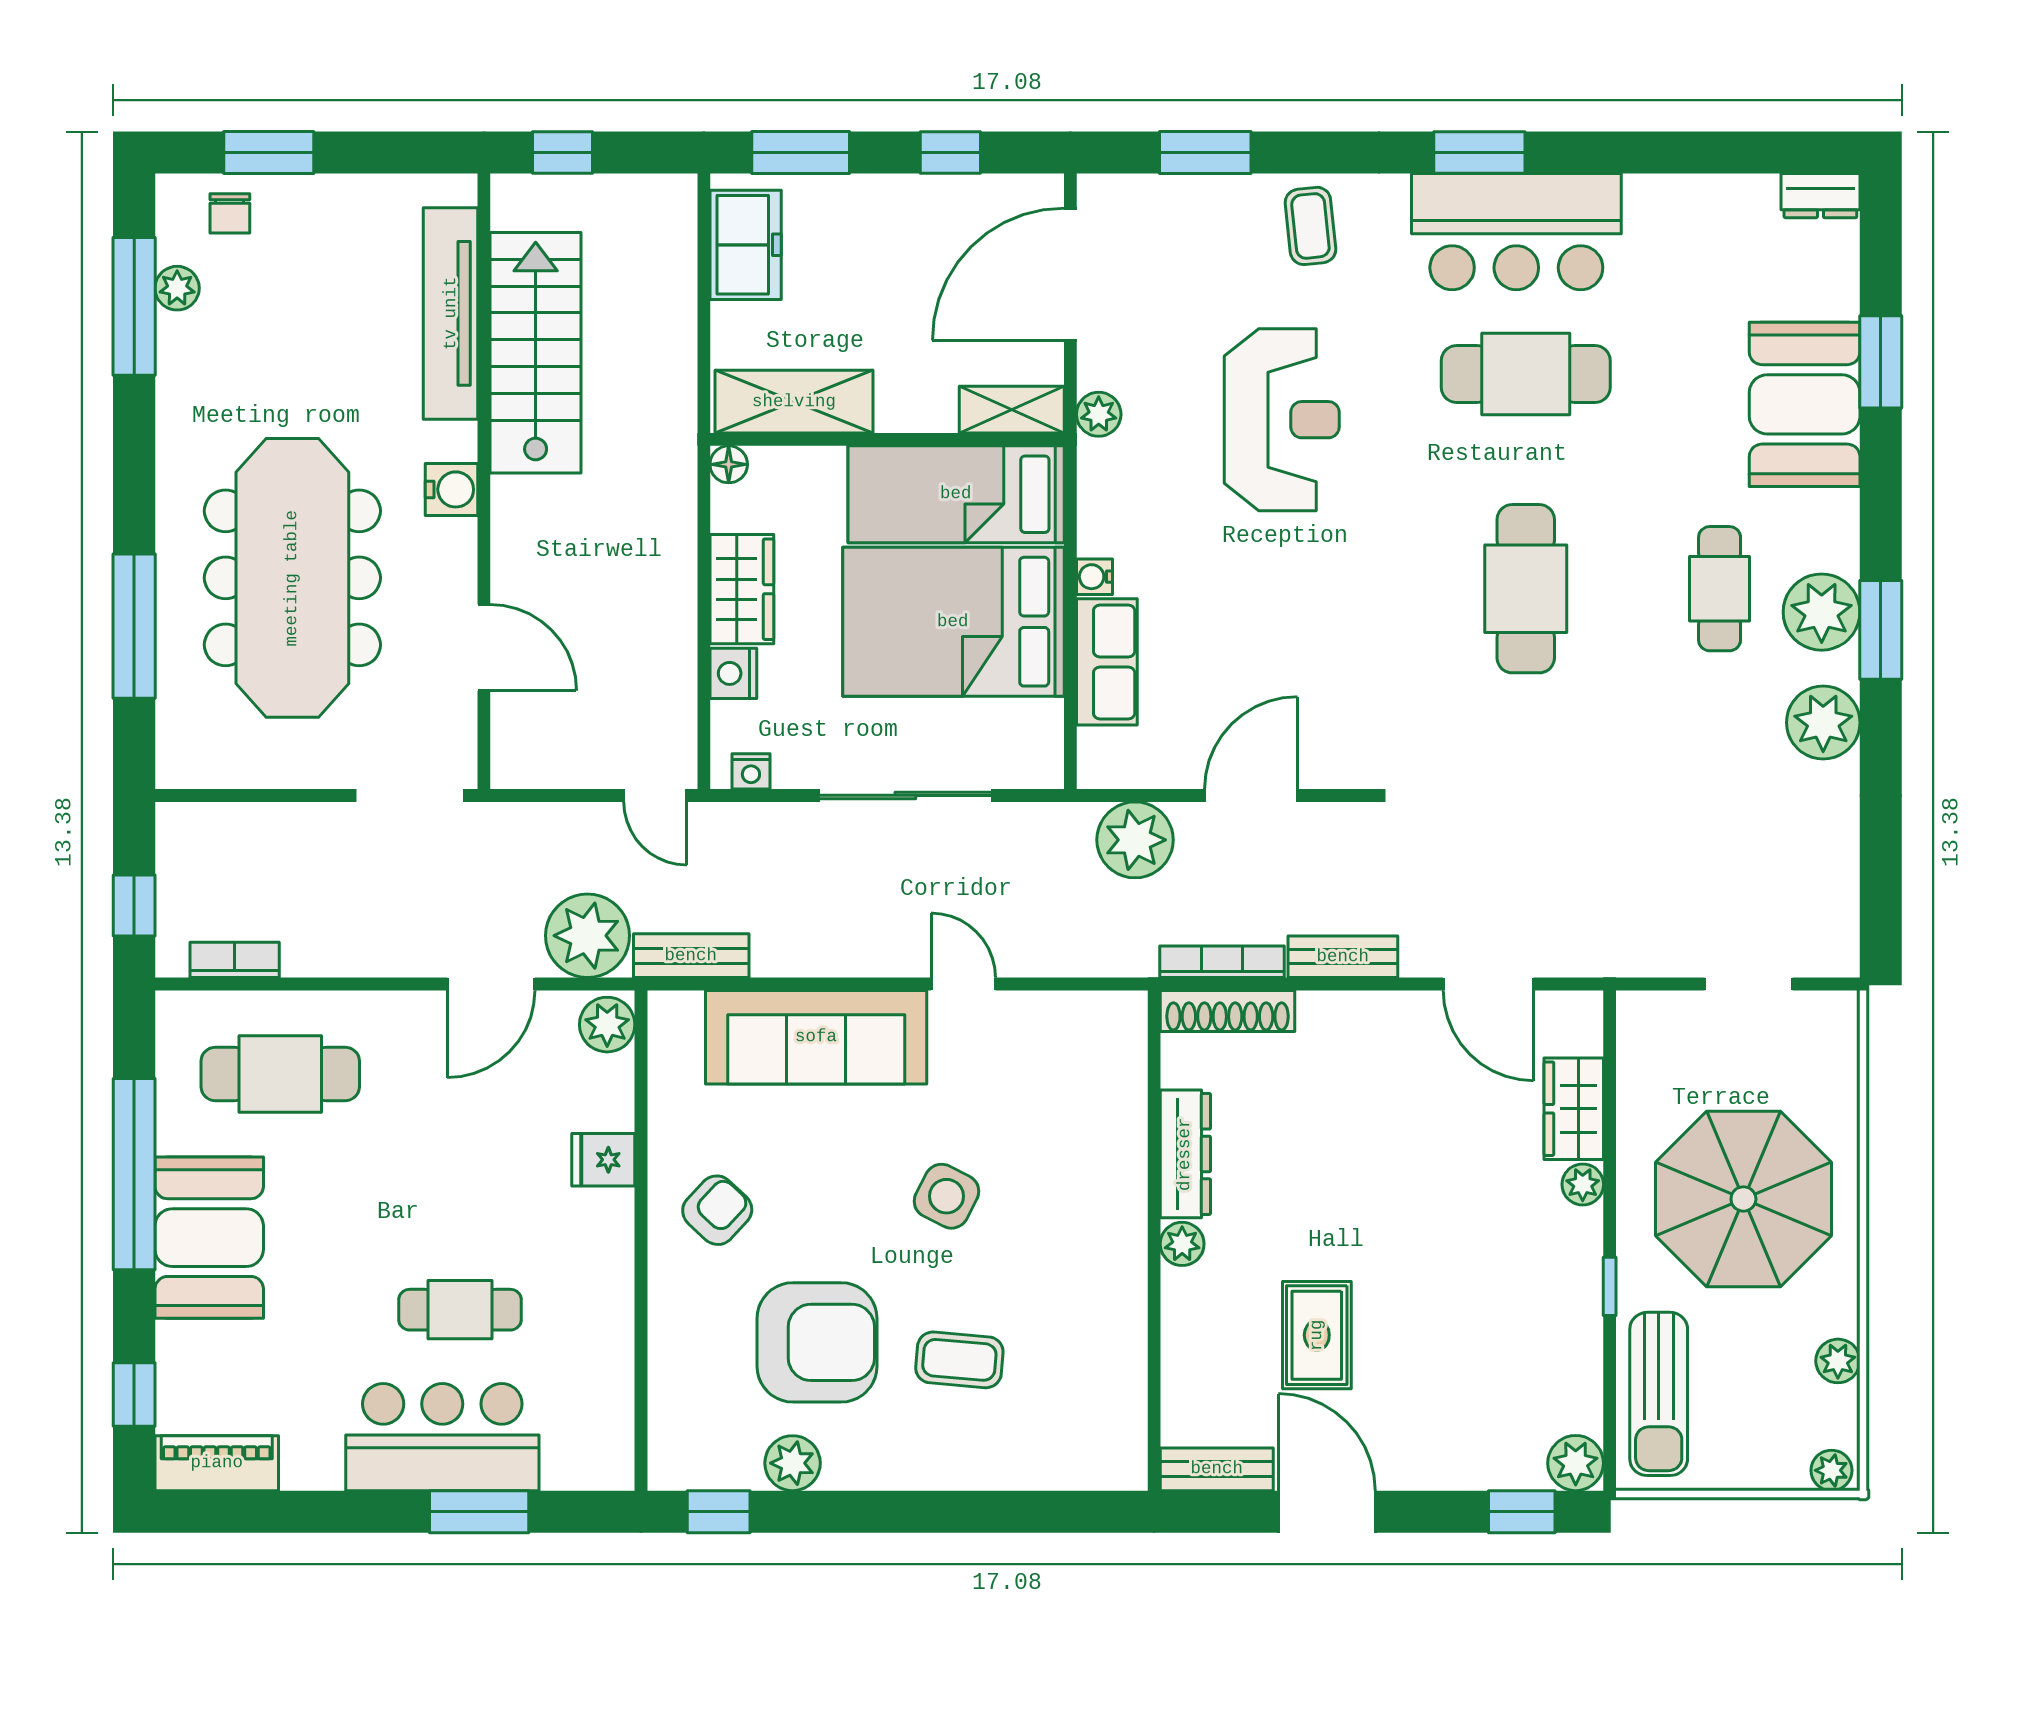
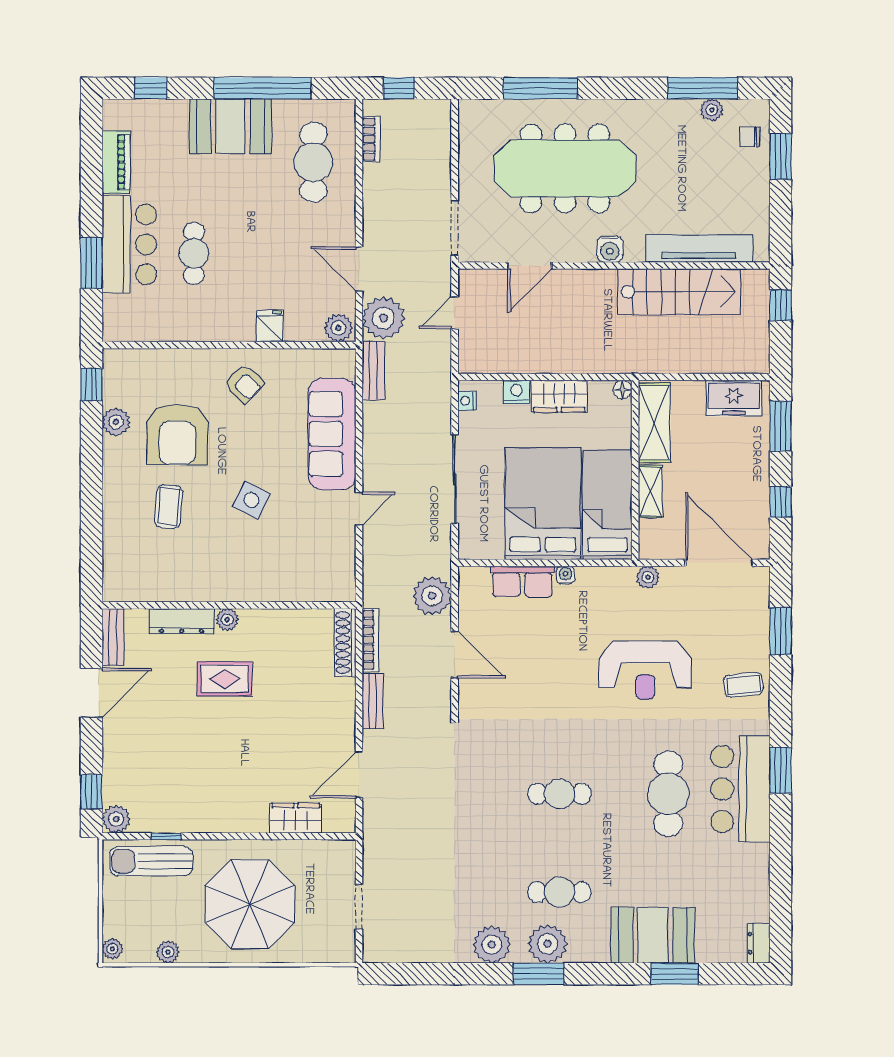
shelving: (1012, 410) -> (650, 491), moved
cafe table: (1526, 589) -> (559, 794), width x0.73, depth x0.74
door: (655, 795) -> (455, 313), moved
dresser: (1185, 1154) -> (182, 621), moved
plant: (1583, 1184) -> (257, 823), removed
window: (1610, 1286) -> (166, 836), moved
rug: (1317, 1335) -> (225, 679), moved
piano: (217, 1463) -> (116, 162), moved

